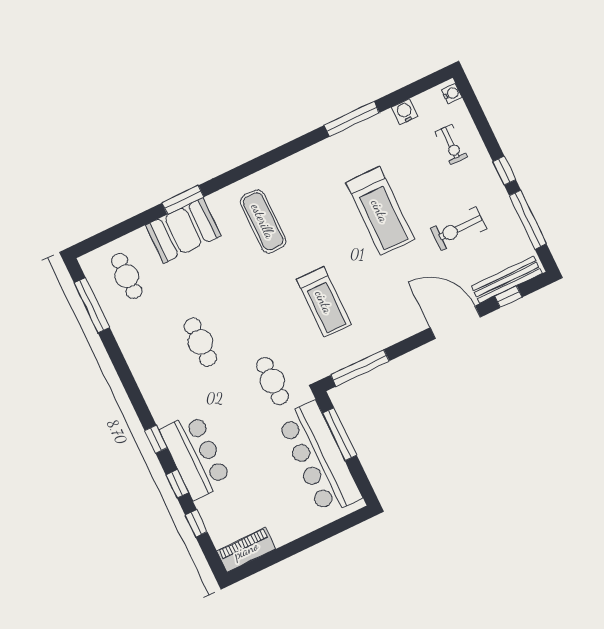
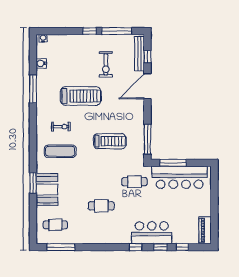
exercise bike: (451, 144) -> (61, 127), moved

